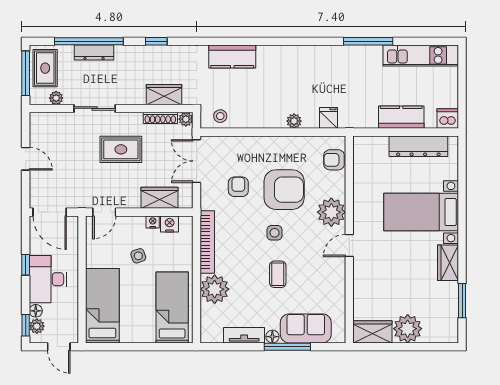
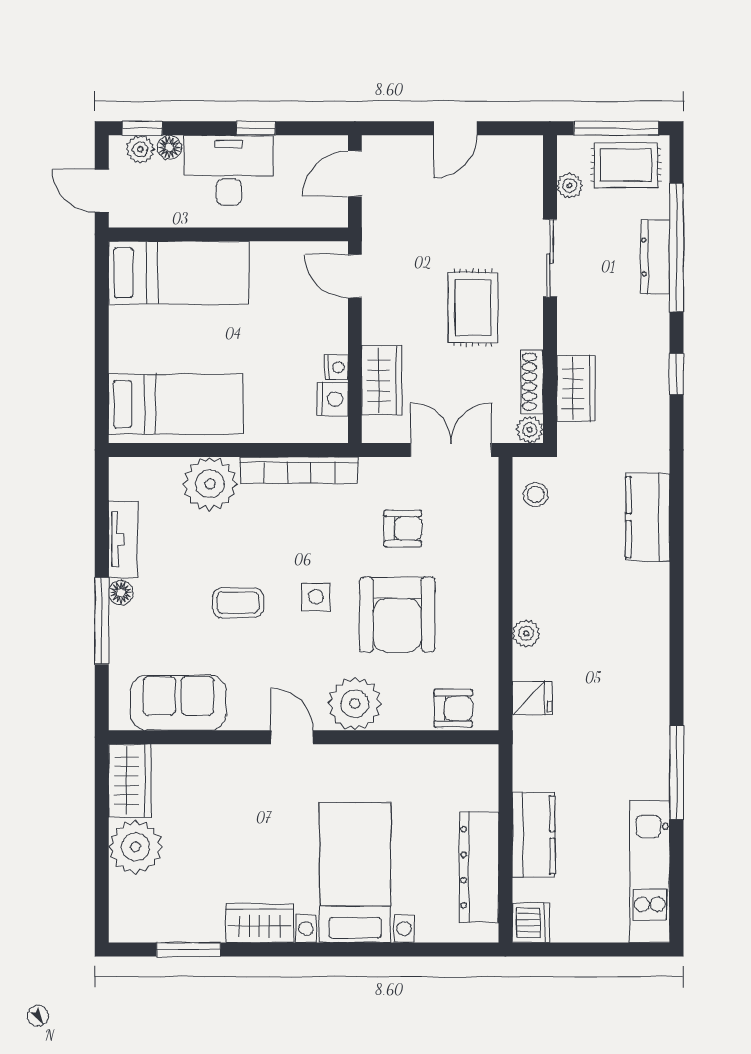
armchair: (334, 160) -> (453, 708), turned 90
door: (50, 212) -> (355, 174), width x0.73
side table: (138, 256) -> (273, 340), removed
sofa: (306, 328) -> (178, 703), moved, turned -90
door: (59, 347) -> (102, 191), hinge flipped

